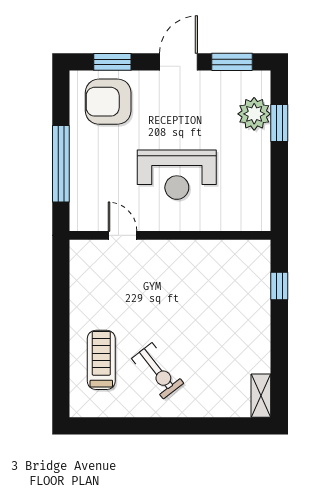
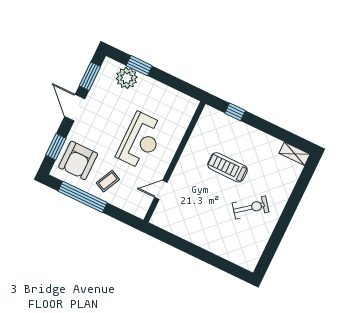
coffee table: (99, 156) -> (108, 181), added
window: (61, 164) -> (83, 197), moved
treadmill: (101, 360) -> (228, 167), moved

